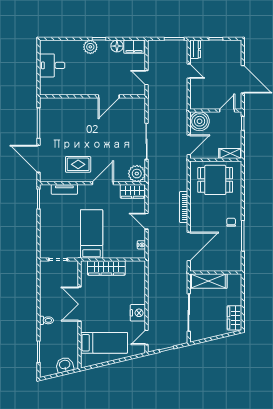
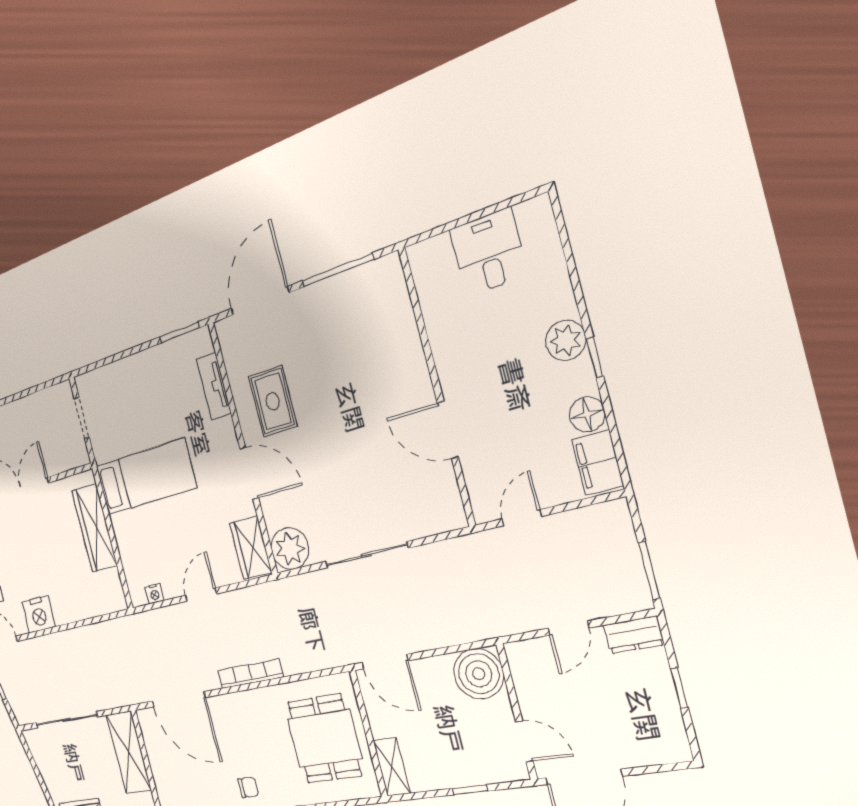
wall: (216, 110) -> (517, 712), moved
door: (227, 110) -> (524, 741), moved
boiler: (200, 121) -> (479, 674), moved

